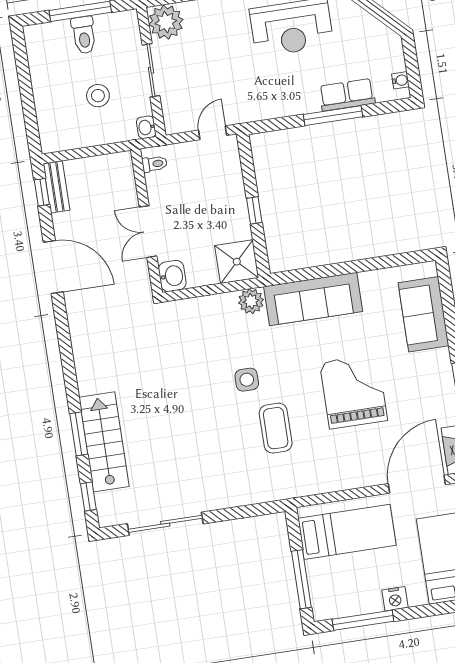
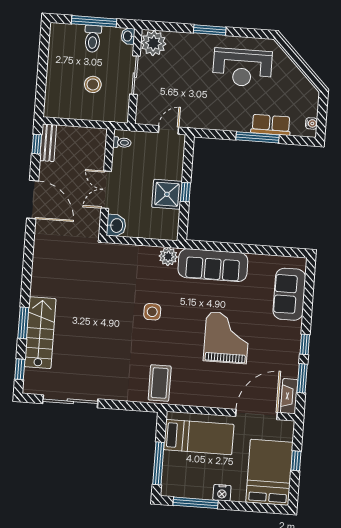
washbasin: (146, 127) -> (128, 36), moved
shower: (237, 262) -> (167, 194), moved
coffee table: (276, 428) -> (160, 383), moved

